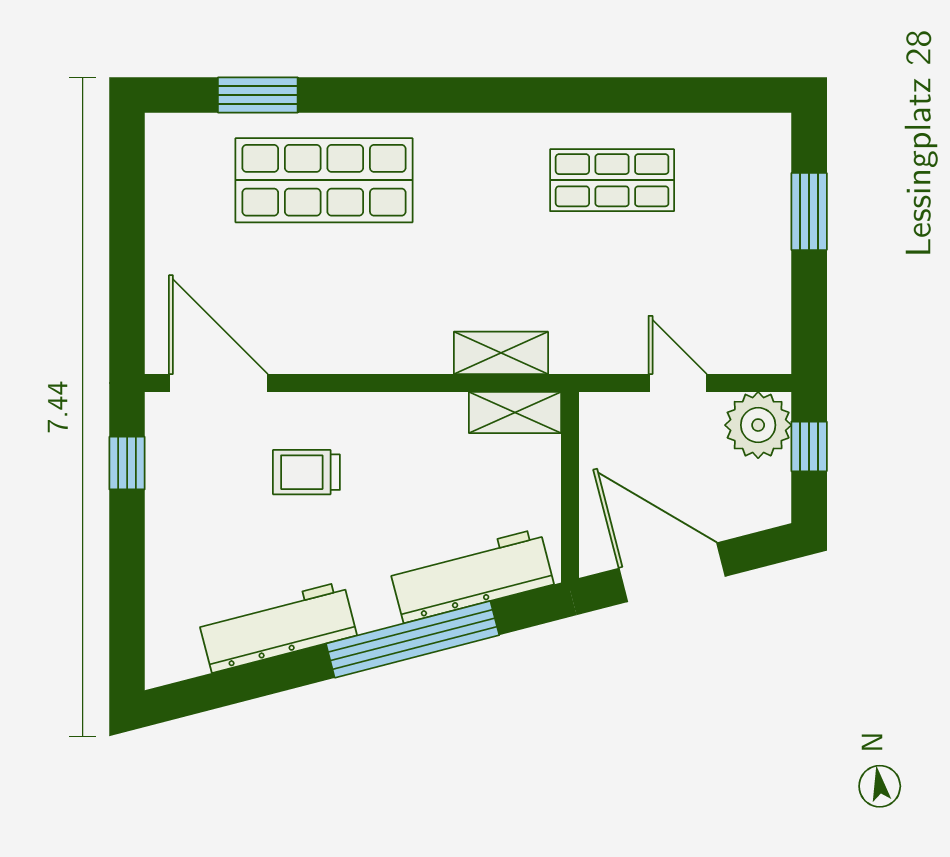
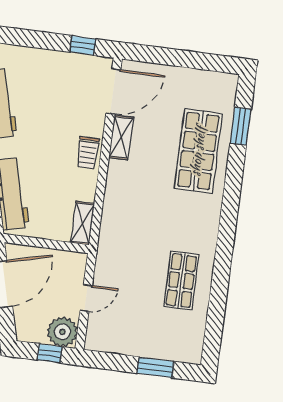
shelving: (501, 353) -> (121, 137), moved
trolley: (306, 472) -> (88, 153), moved, turned 180

